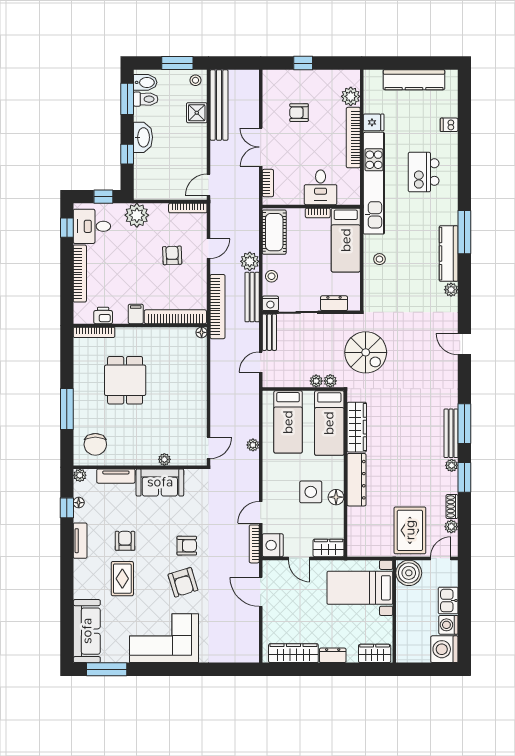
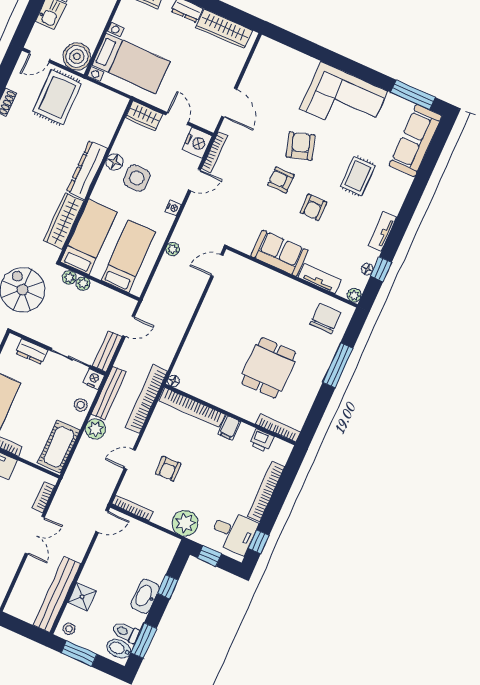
plant: (164, 459) -> (265, 274), removed
nightstand: (268, 481) -> (173, 208), added
plant: (451, 527) -> (15, 83), removed
armchair: (125, 541) -> (313, 207), moved

